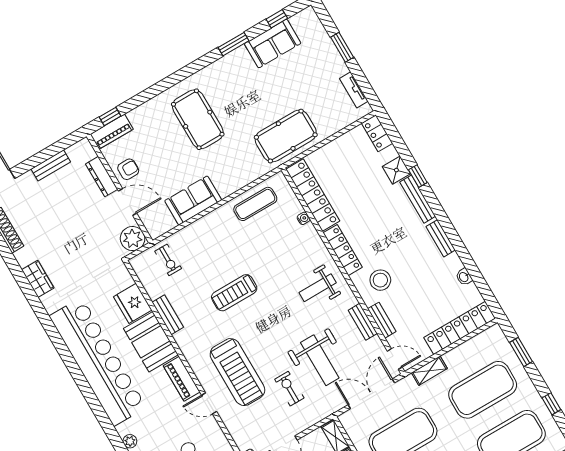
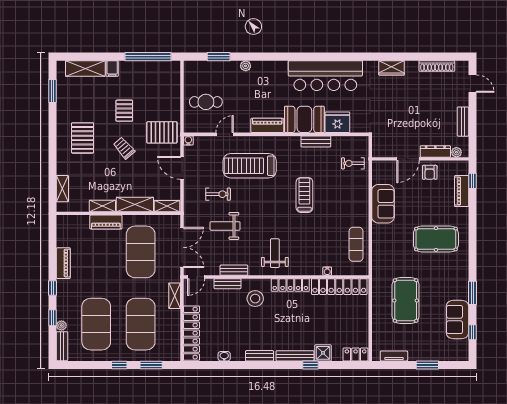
piano: (112, 132) -> (462, 191), moved
pool table: (286, 136) -> (406, 300), moved
plant: (133, 239) -> (456, 152), moved, width x0.53, depth x0.53
weight bench: (320, 360) -> (225, 226), width x0.73, depth x0.75
bar counter: (98, 362) -> (325, 76), width x0.73
door: (209, 403) -> (225, 134), moved
window: (551, 404) -> (119, 365), moved

